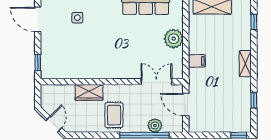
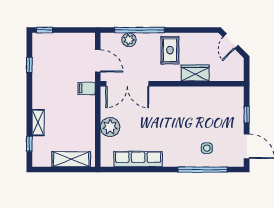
filing cabinet: (197, 61) -> (87, 88), moved
window: (38, 63) -> (247, 114), moved
shelving: (245, 64) -> (38, 123), moved
double door: (156, 82) -> (127, 84), width x1.37

